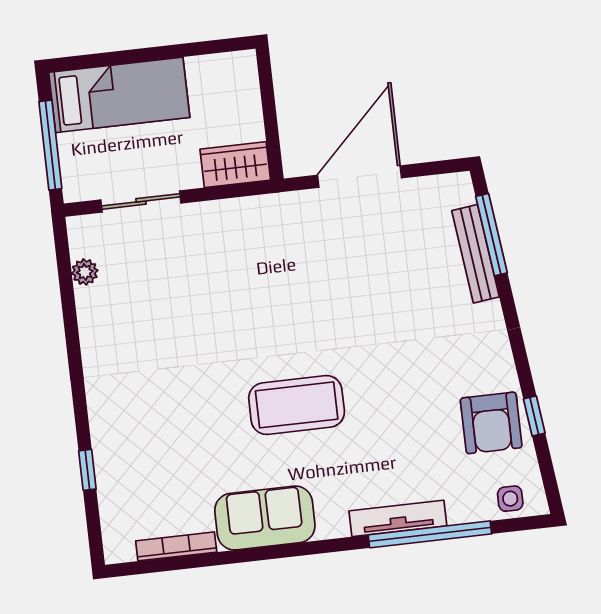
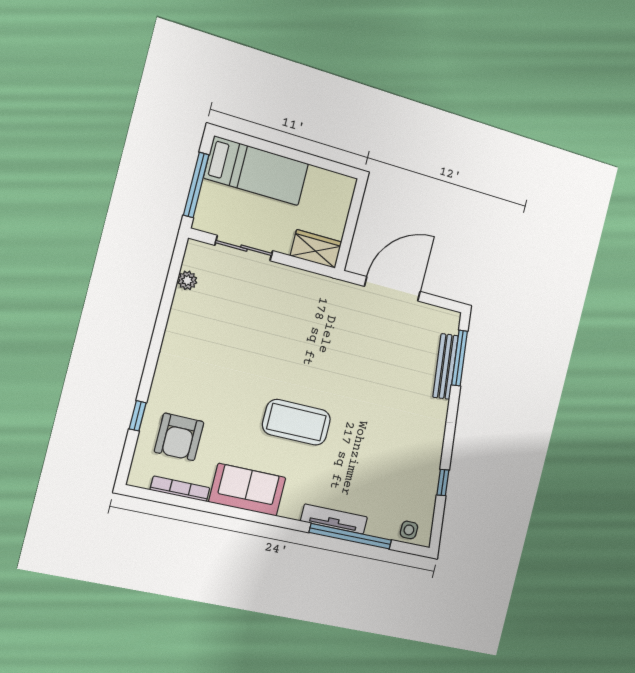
armchair: (491, 423) -> (179, 437), moved

